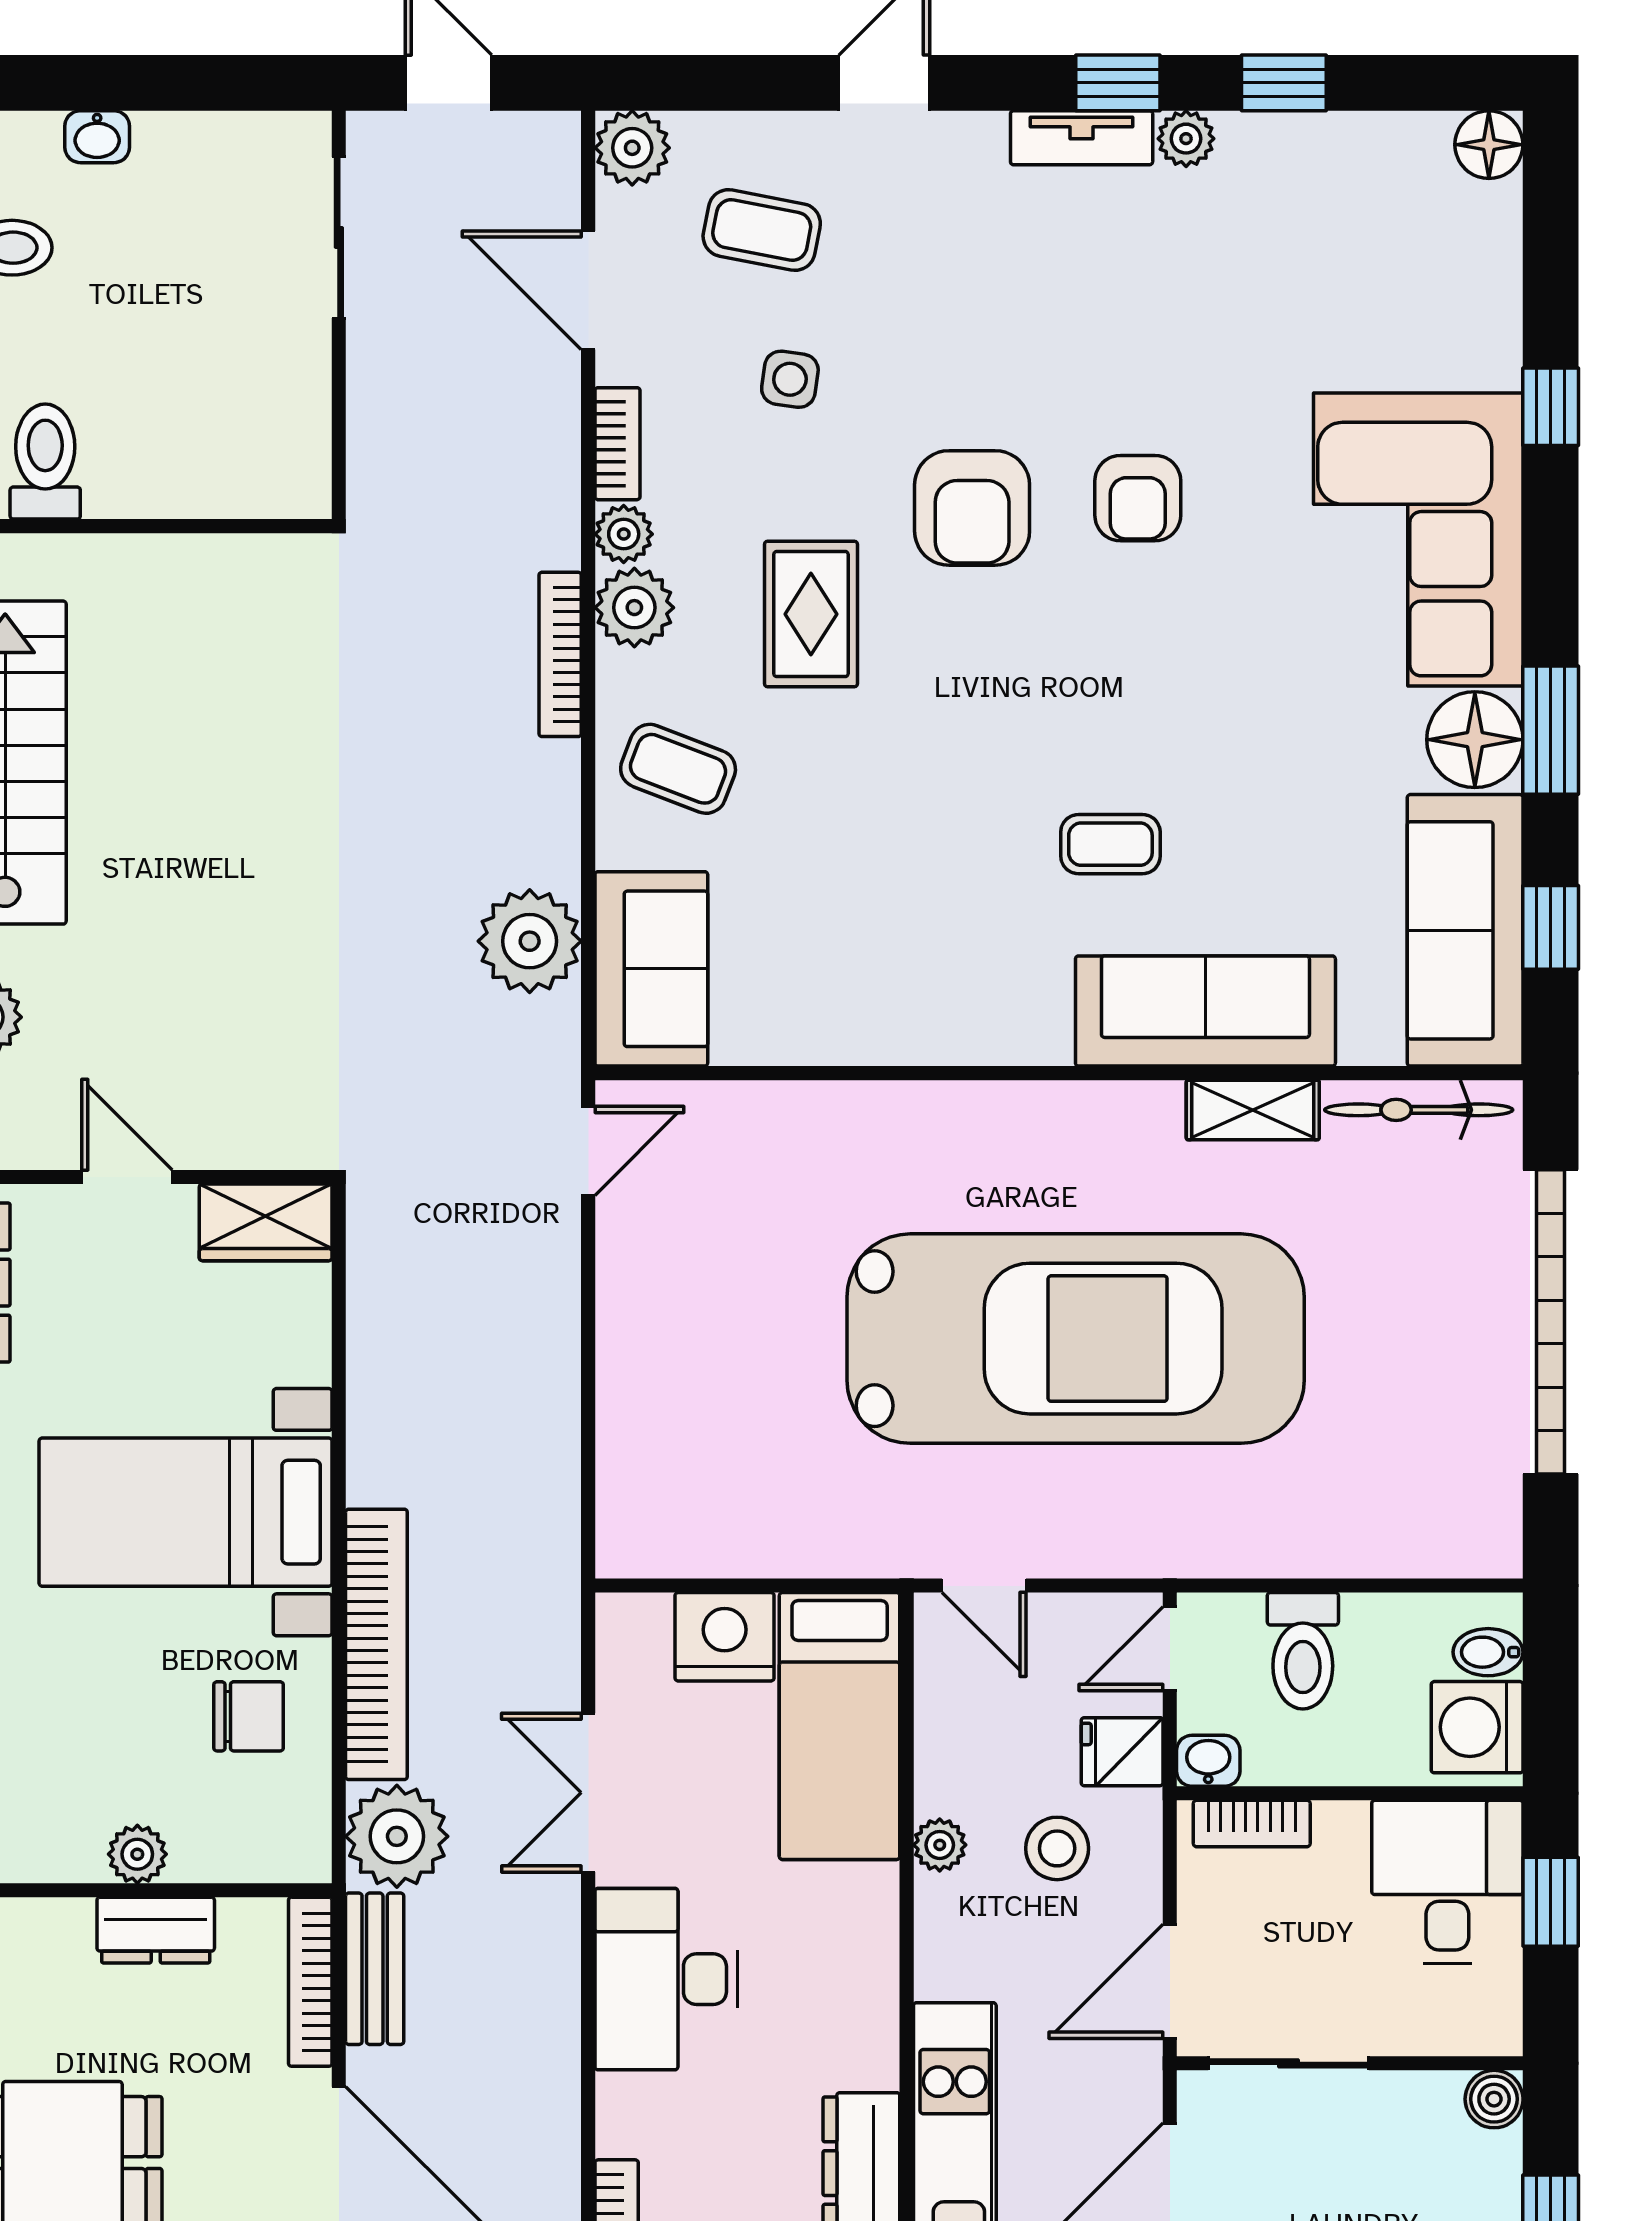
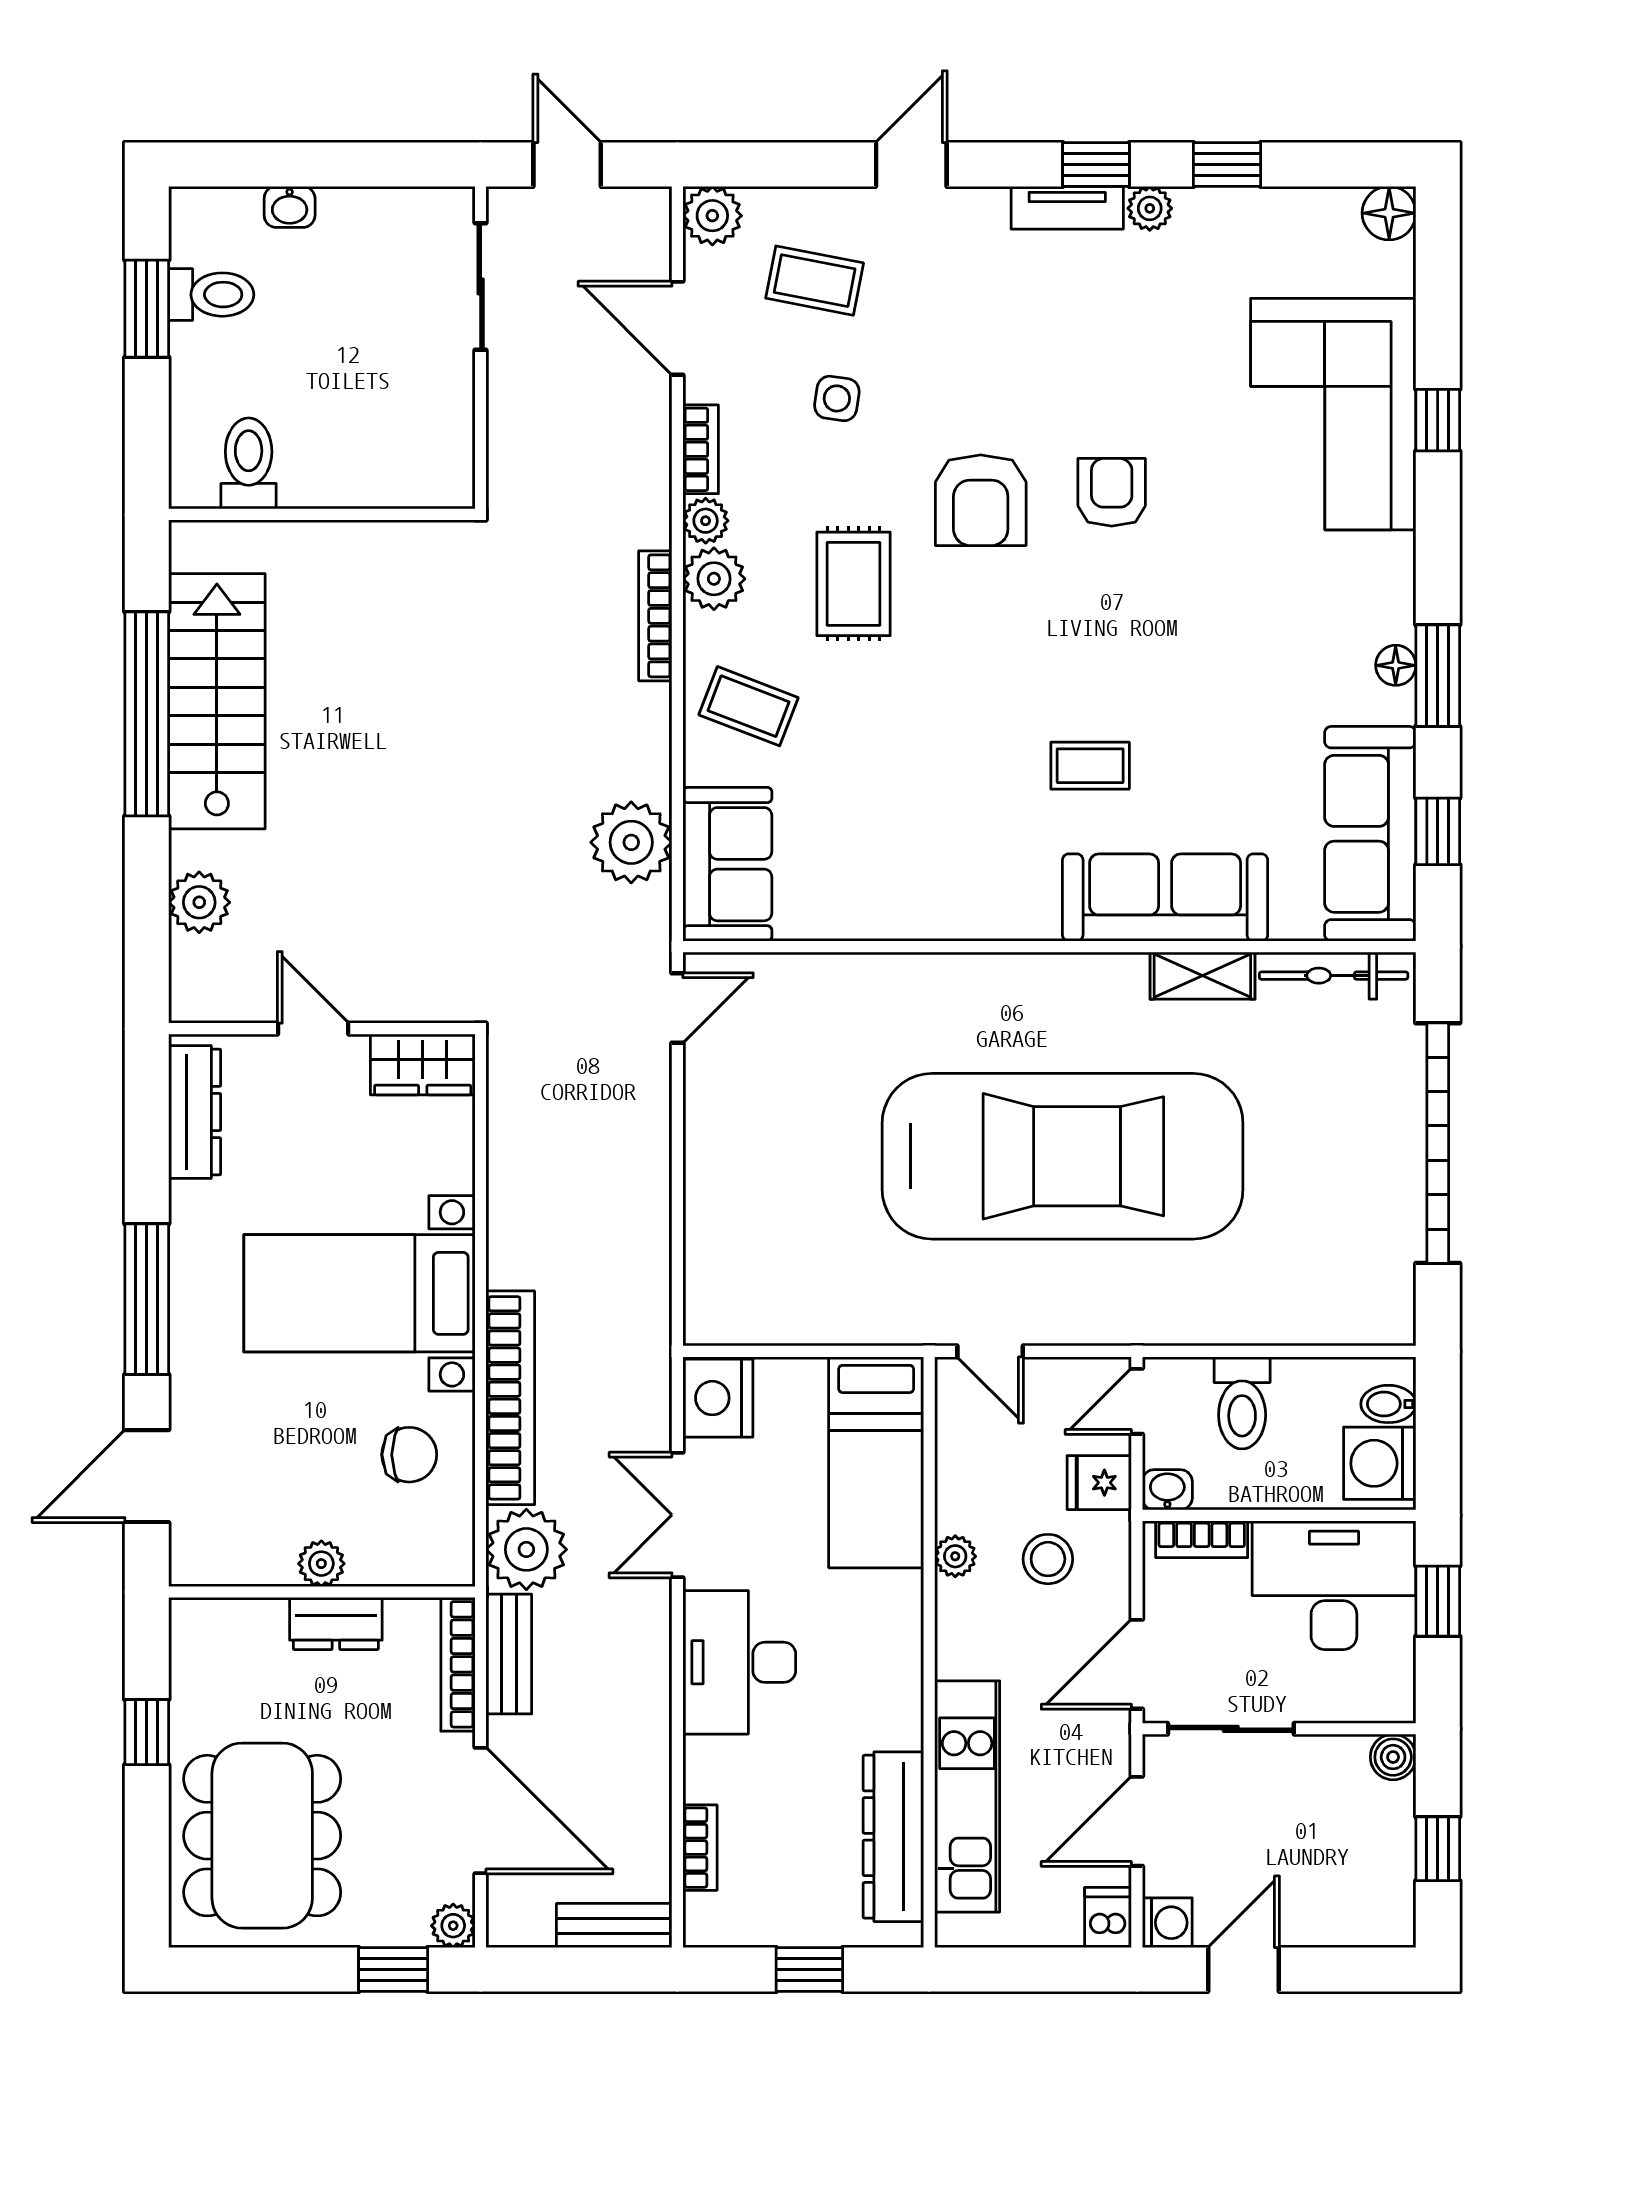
armchair: (1138, 498) -> (1112, 492), turned 180
corner sofa: (1418, 539) -> (1333, 414), moved
floor lamp: (1475, 740) -> (1396, 665), width x0.53, depth x0.53
nightstand: (725, 1637) -> (718, 1398), moved, turned -90
desk: (1447, 1882) -> (1334, 1585), width x1.37

